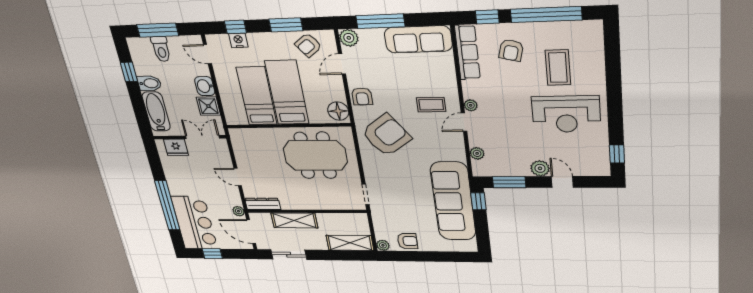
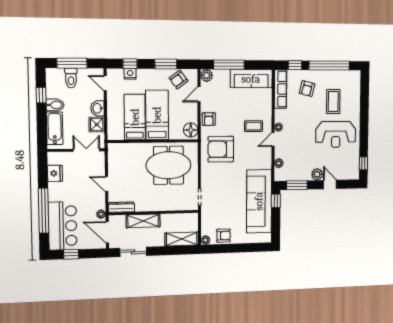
armchair: (386, 135) -> (221, 149), turned -144
fridge: (176, 147) -> (55, 173), moved, turned -90

